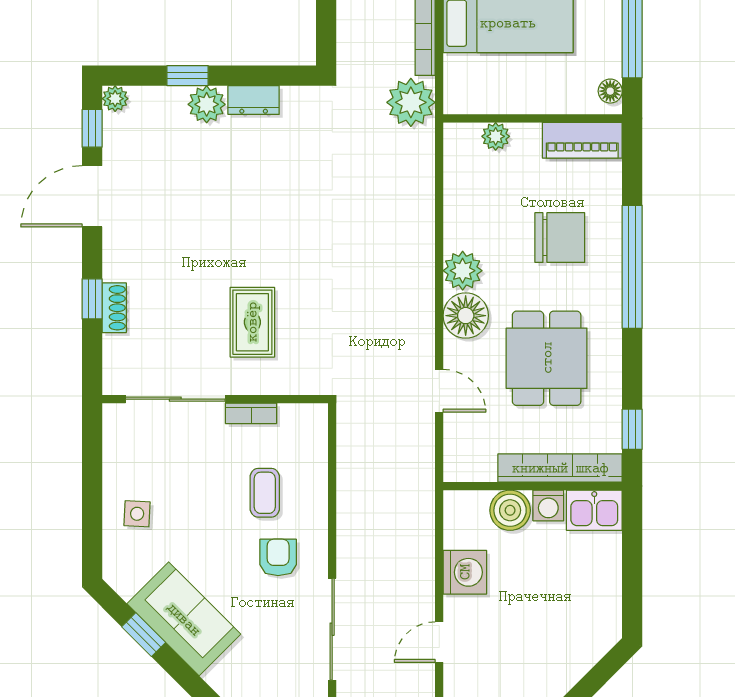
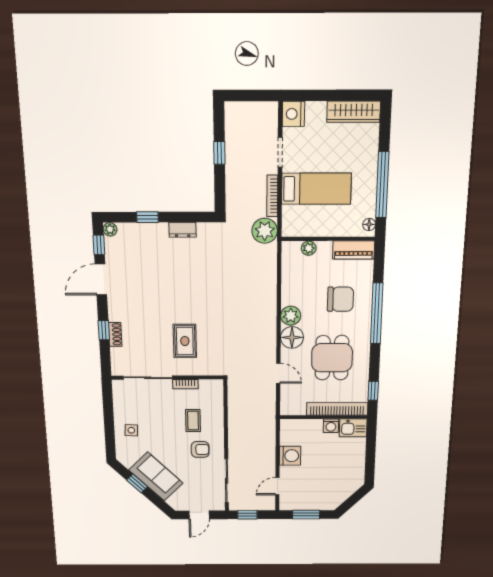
plant: (207, 104) -> (158, 232), removed
boiler: (510, 510) -> (312, 428), removed
armchair: (278, 557) -> (200, 449), turned 90

